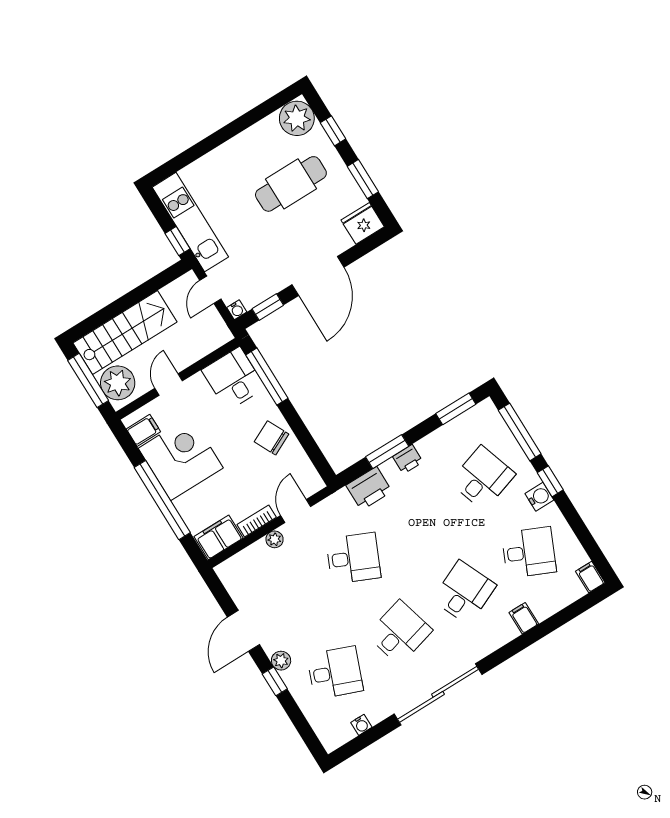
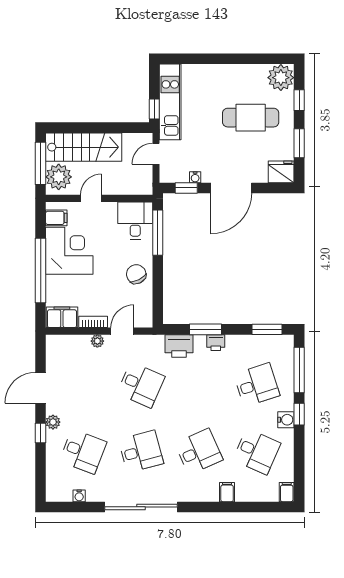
water cooler: (237, 310) -> (195, 177), moved

